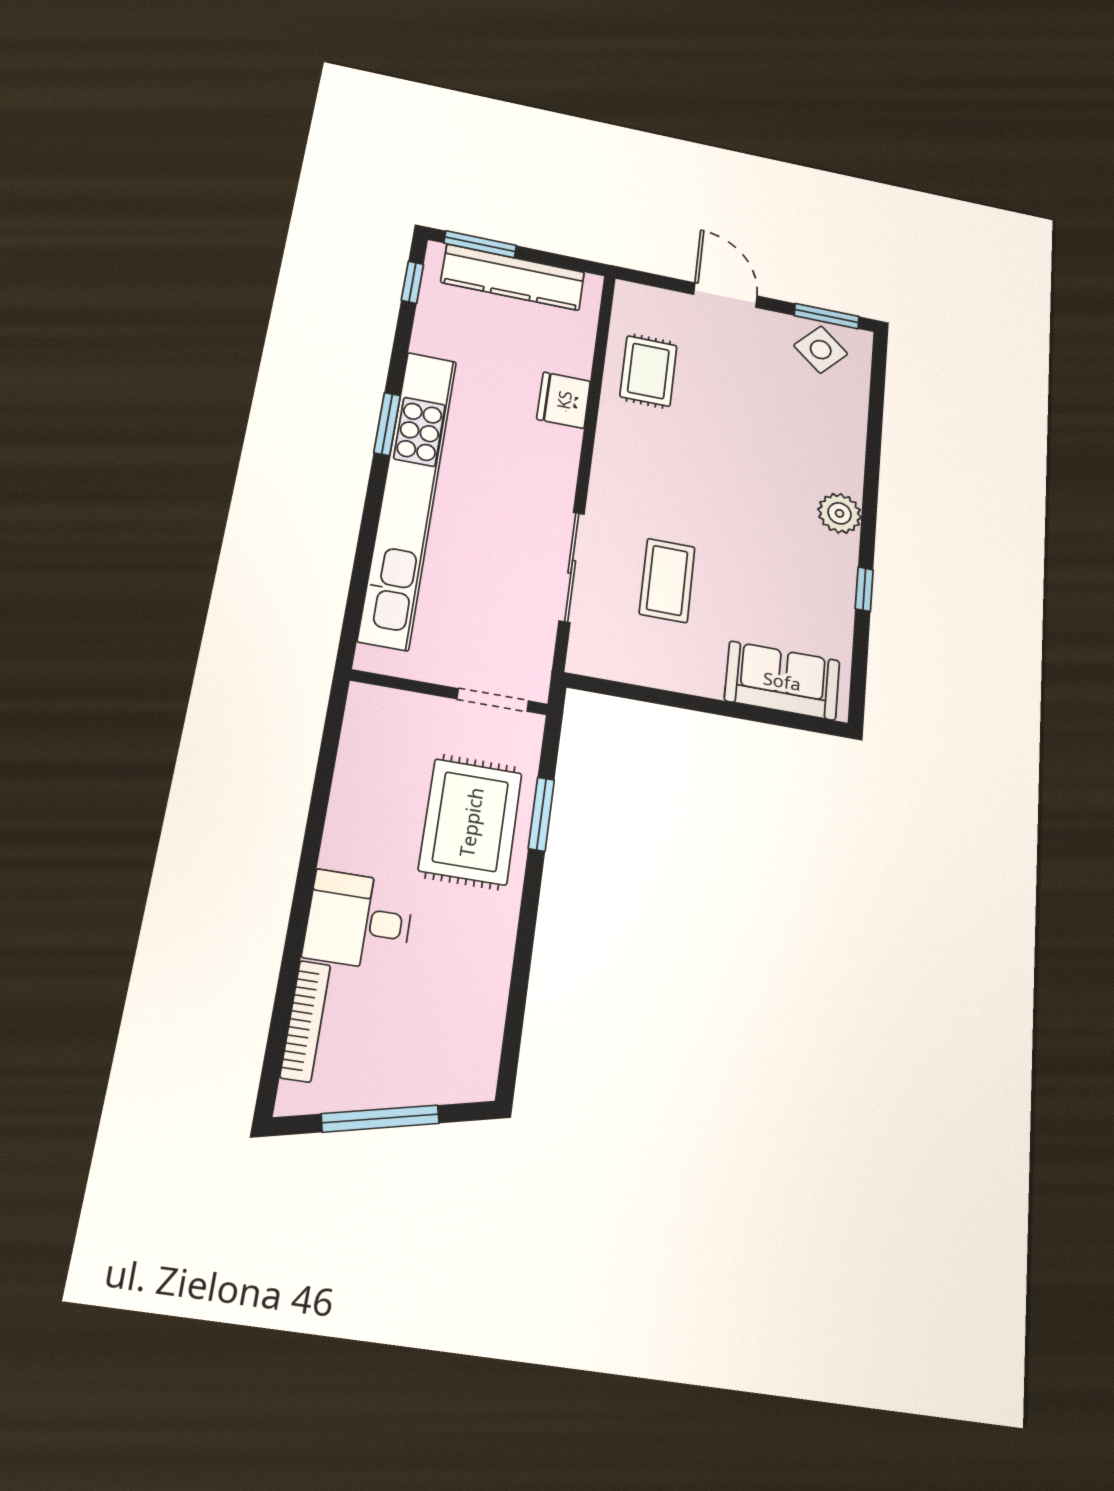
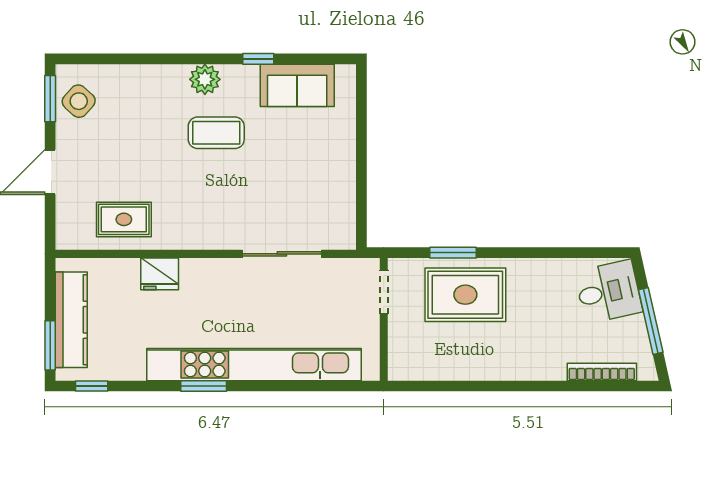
coffee table: (667, 580) -> (216, 133), moved
sofa: (782, 681) -> (297, 85), moved, turned -90
desk: (359, 921) -> (608, 292), moved, turned -103

